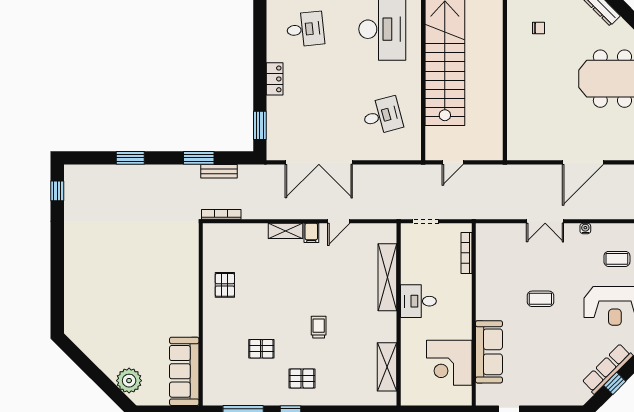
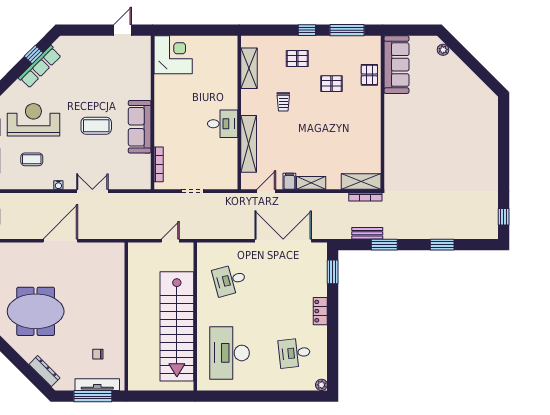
shelving: (226, 233) -> (361, 182), added
shelving: (387, 277) -> (249, 144), moved
pallet: (225, 285) -> (369, 75), moved
coffee table: (540, 299) -> (96, 126), width x1.36, depth x1.30
desk: (418, 301) -> (223, 124), moved
wall: (399, 314) -> (239, 113), moved
sofa: (489, 352) -> (140, 127), moved
corner desk: (449, 363) -> (173, 55), moved
shelving: (387, 367) -> (249, 68), moved
plant: (129, 381) -> (443, 50), width x0.53, depth x0.53

